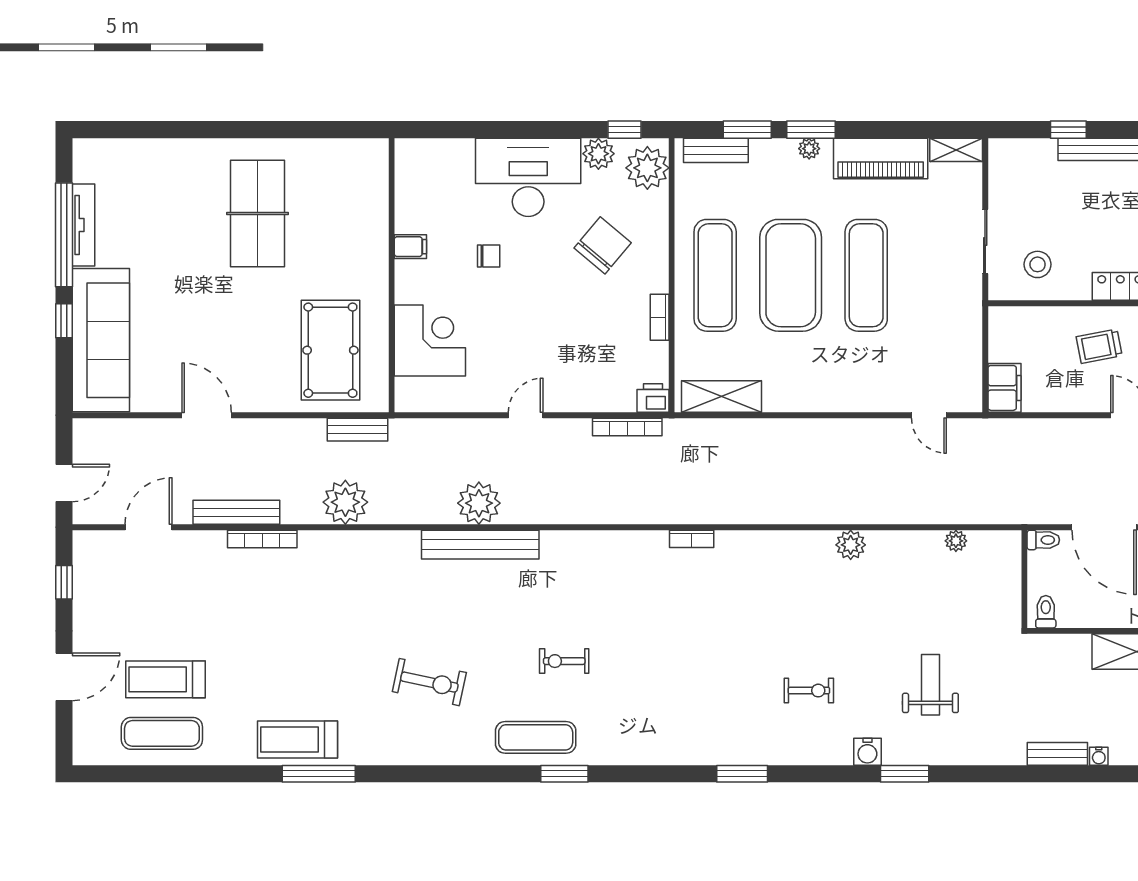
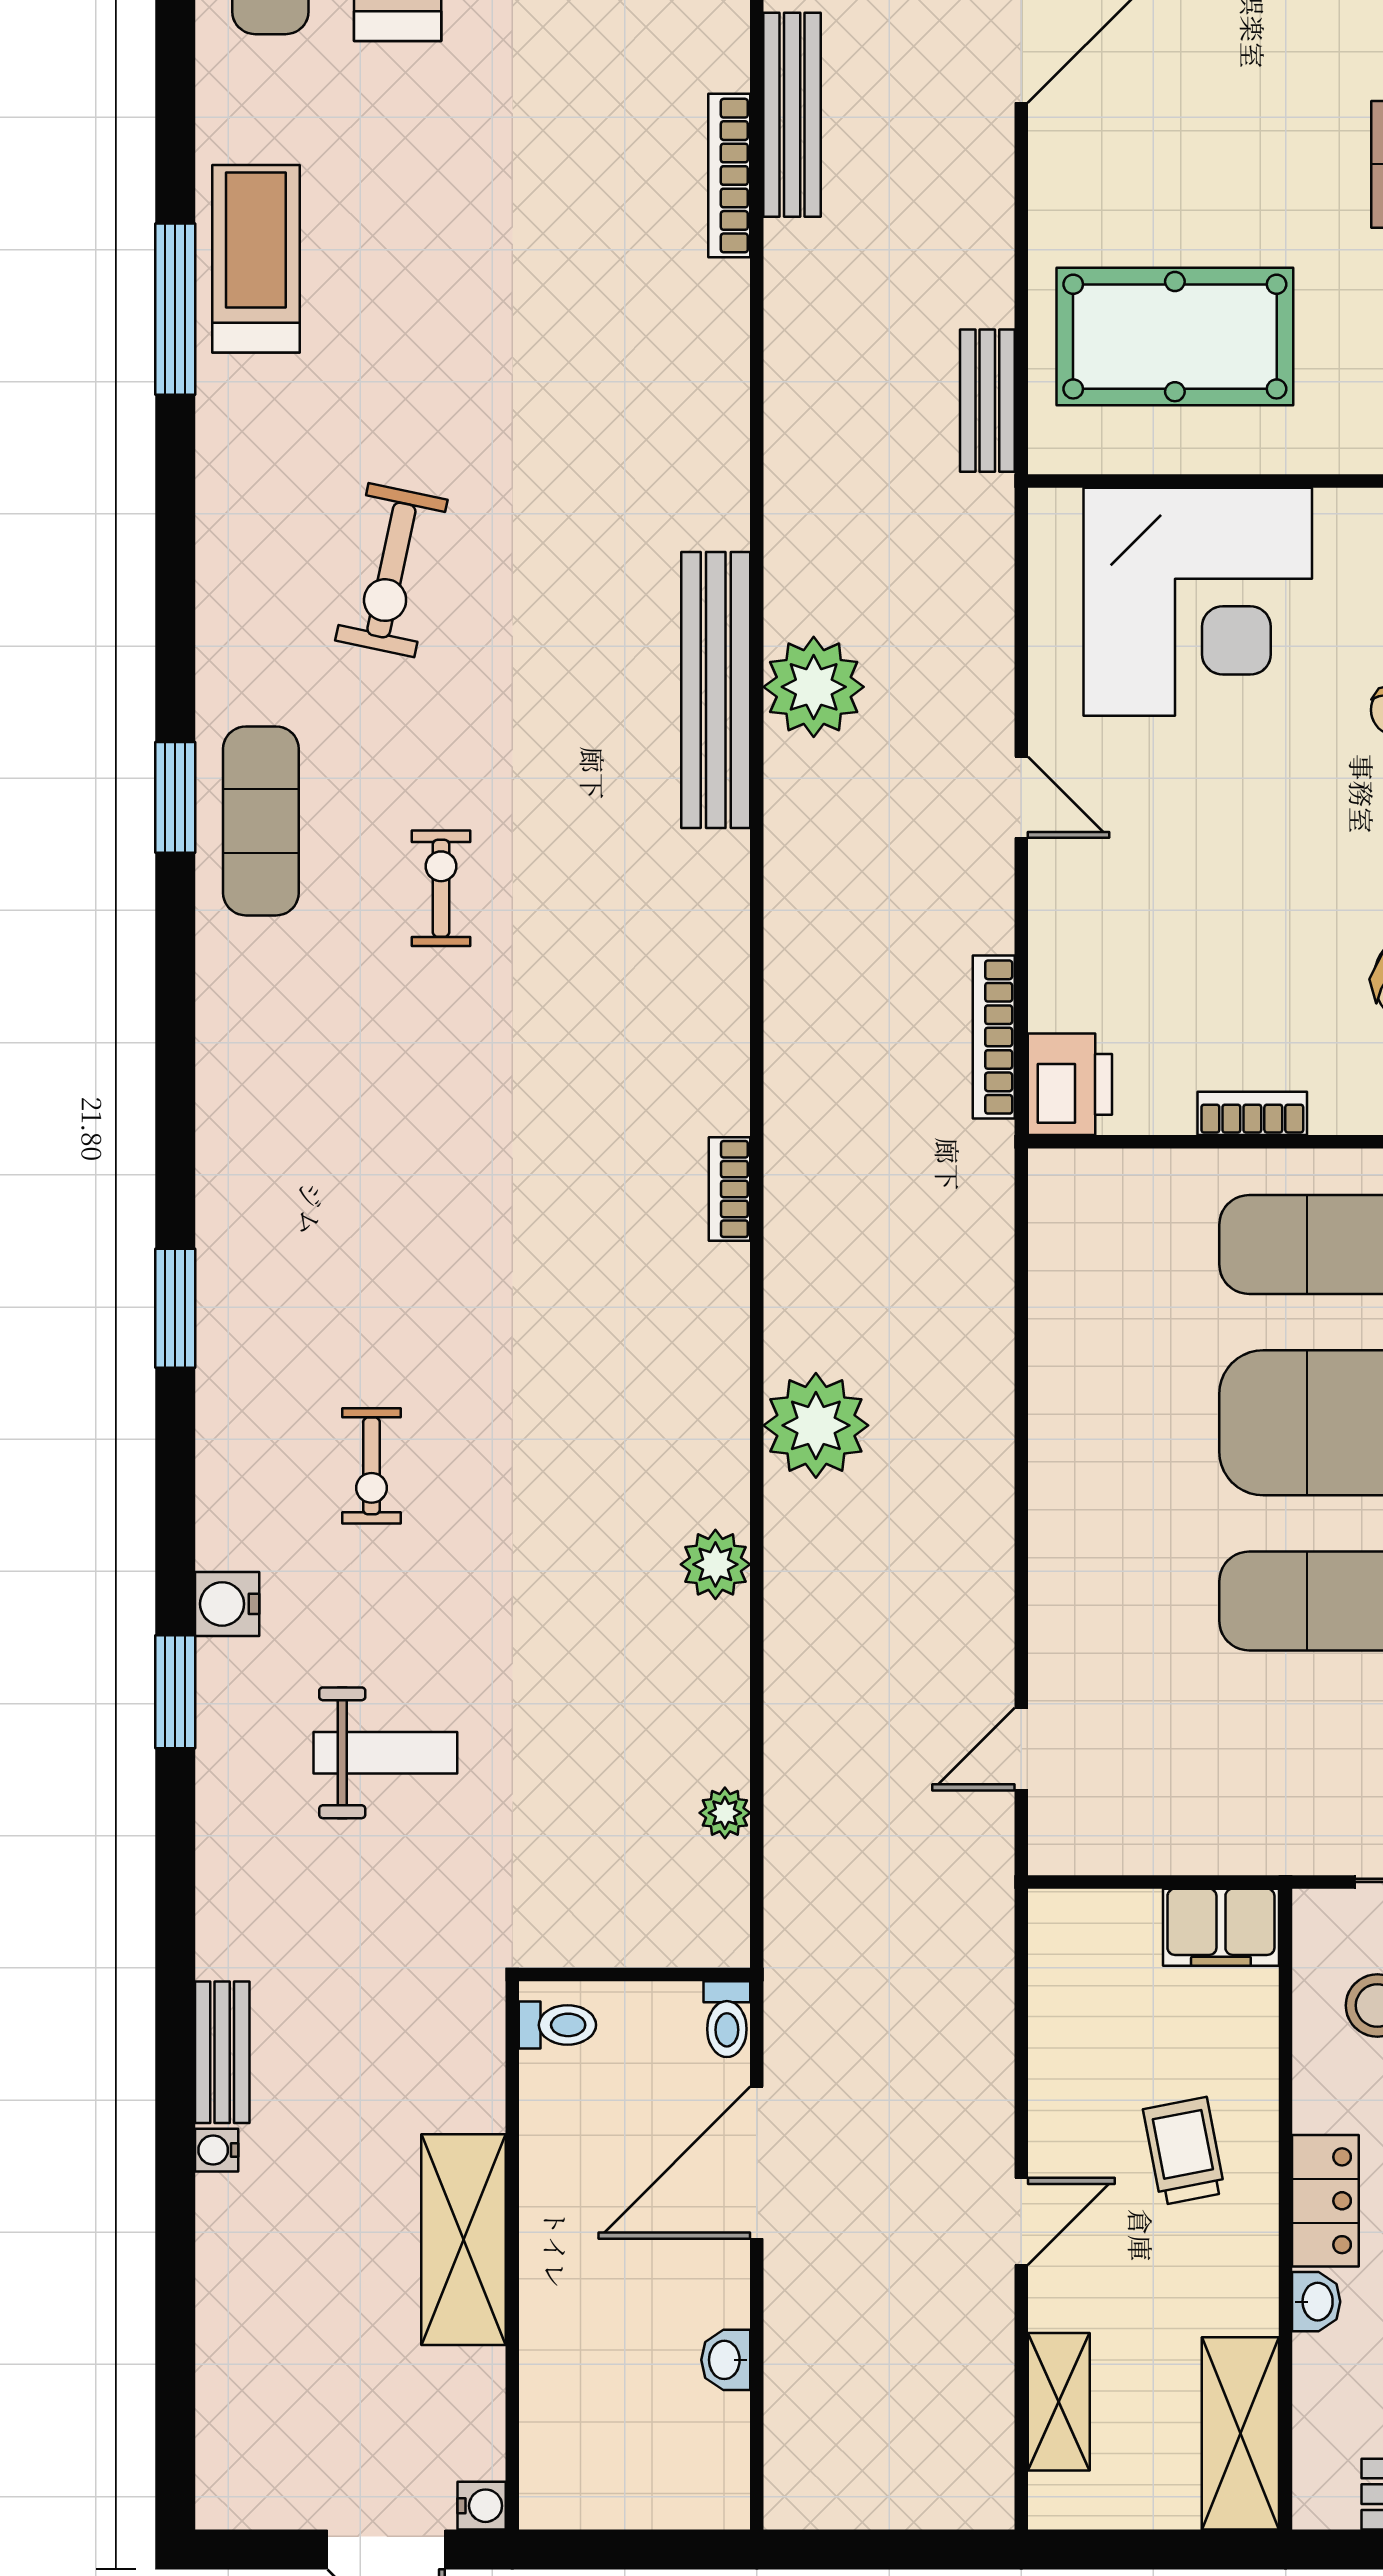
corner desk: (430, 340) -> (1198, 602), width x1.36, depth x1.36
filing cabinet: (1004, 388) -> (1221, 1927), moved
shelving: (721, 396) -> (1066, 1259), removed
printer: (653, 398) -> (1070, 1084), width x1.36, depth x1.24
plant: (345, 502) -> (816, 1425), moved
window: (564, 774) -> (175, 797), moved

